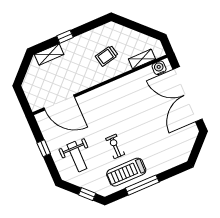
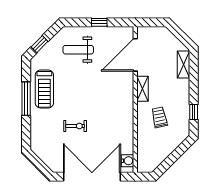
window: (65, 37) -> (194, 112), moved
shelving: (142, 59) -> (142, 89), moved
exercise bike: (115, 146) -> (75, 126), moved
treadmill: (126, 172) -> (44, 89), turned 180

